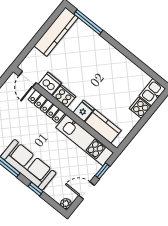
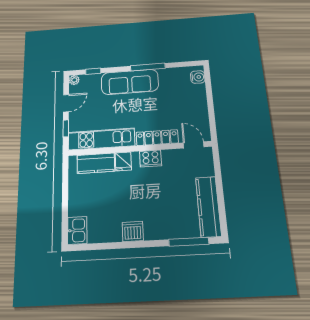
dishwasher: (50, 84) -> (133, 231), moved, turned 180
cooker: (140, 108) -> (77, 207), removed
window: (35, 189) -> (93, 71), moved

